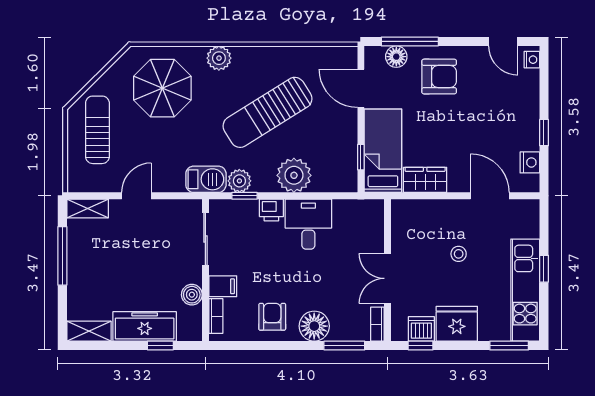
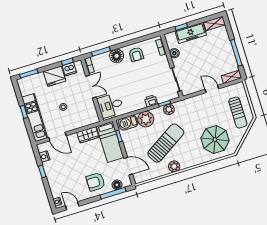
plant: (219, 58) -> (174, 166), moved
barbecue: (206, 179) -> (128, 123), moved
door: (136, 196) -> (212, 89), swing flipped
desk: (308, 224) -> (110, 105), moved, turned 90
filing cabinet: (223, 286) -> (162, 61), removed
kitchen unit: (525, 290) -> (35, 118), moved

